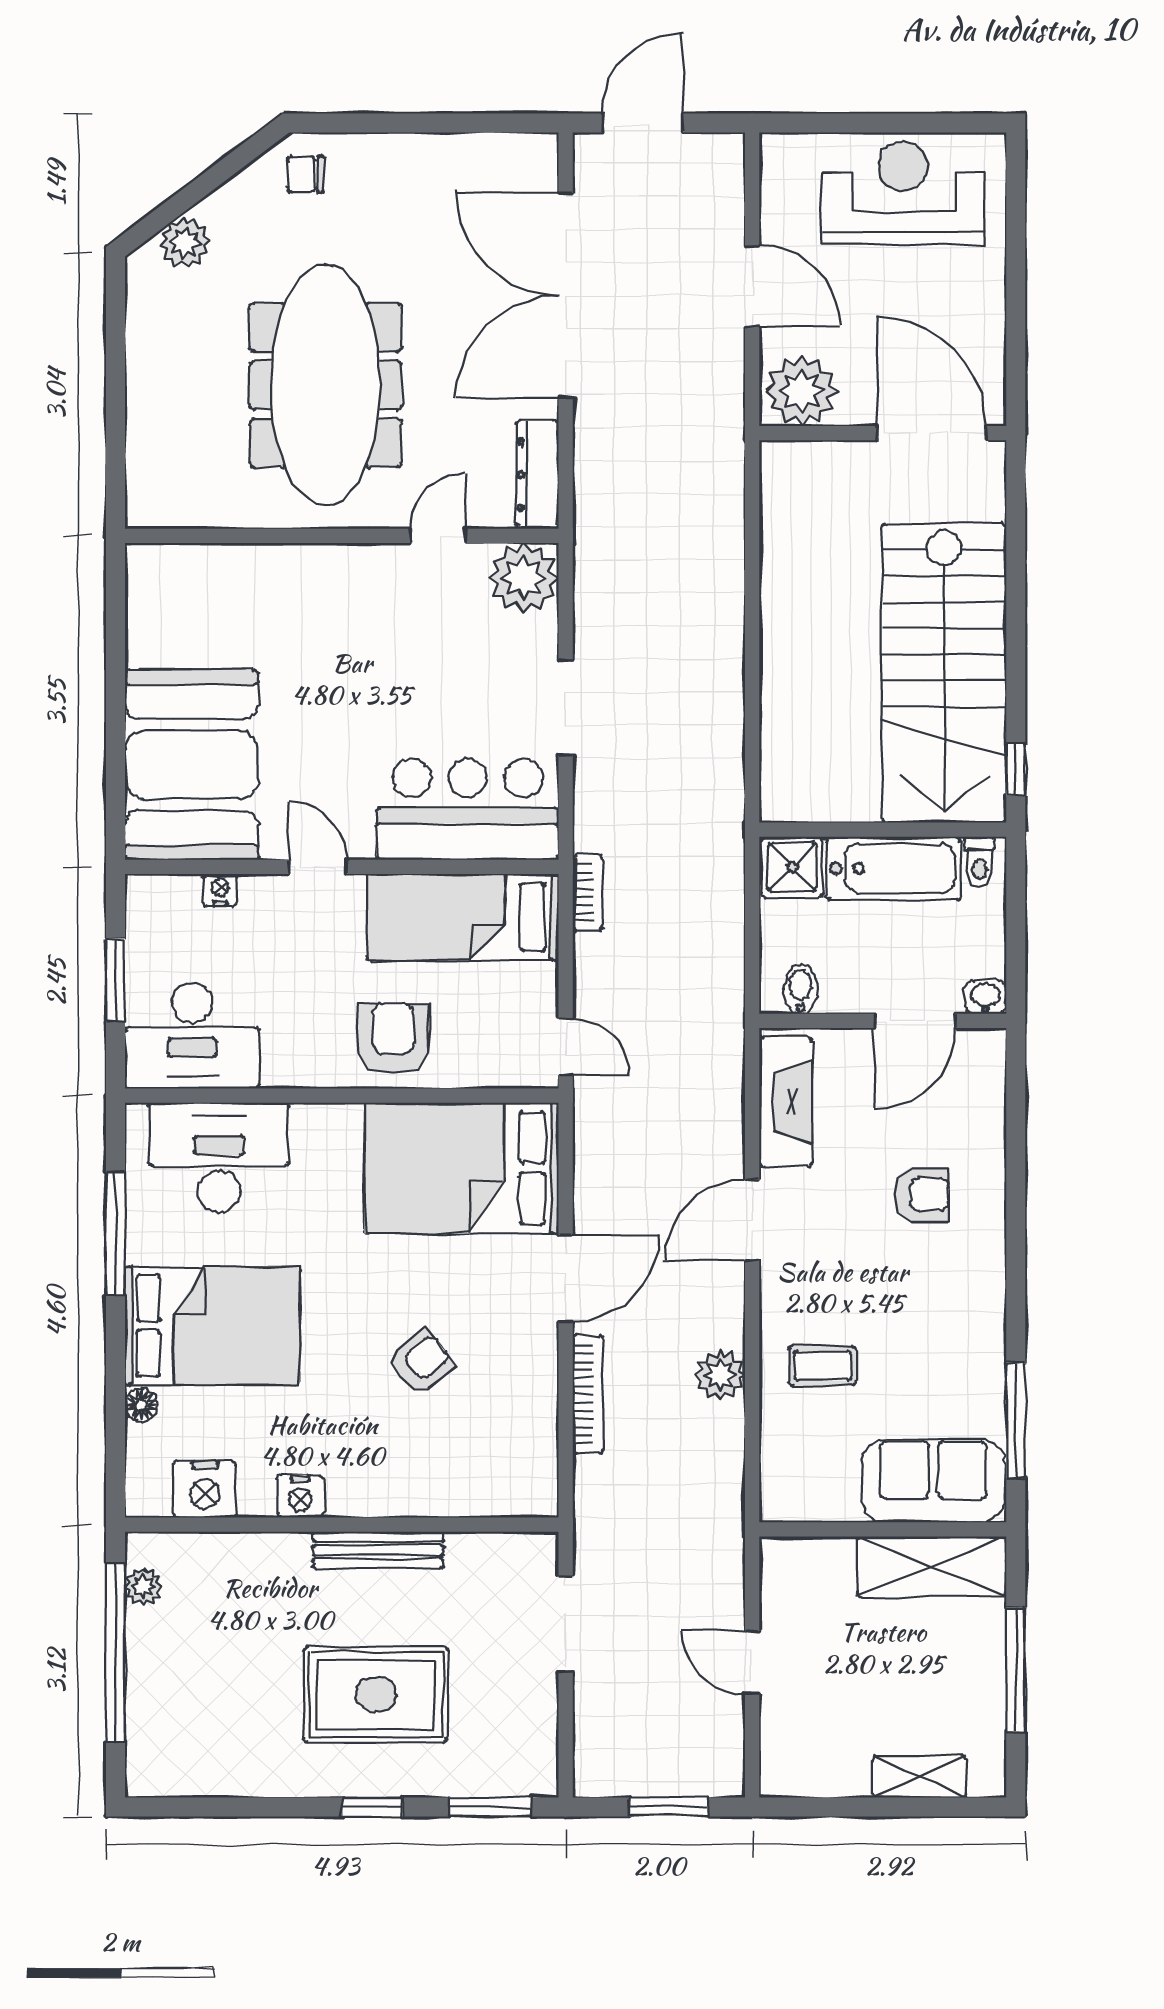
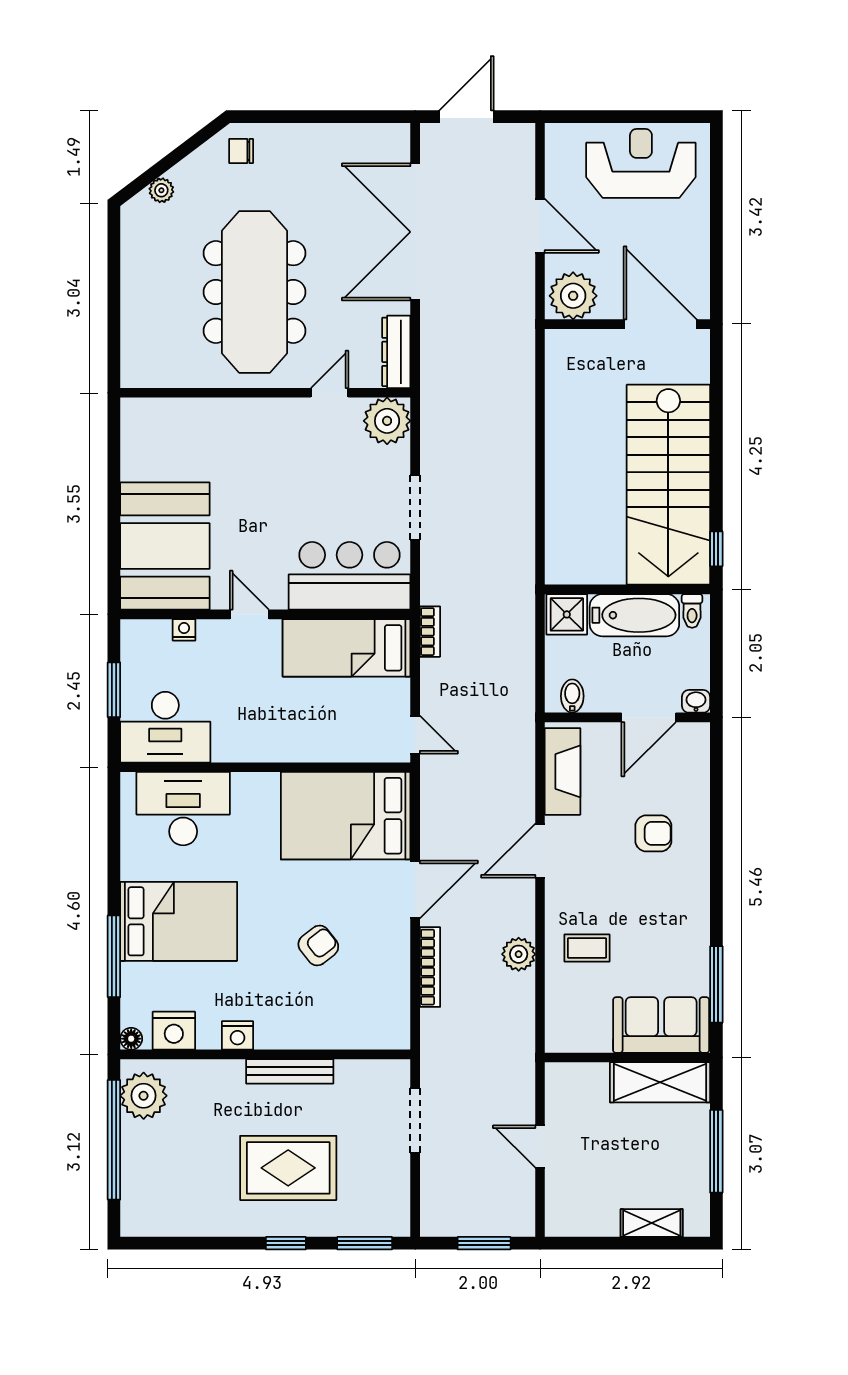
plant: (185, 243) -> (161, 190), width x0.73, depth x0.73
armchair: (393, 1039) -> (300, 729), removed
window: (115, 1234) -> (114, 956), moved
floor lamp: (141, 1405) -> (131, 1039), moved
plant: (143, 1587) -> (144, 1096), width x1.87, depth x1.87

